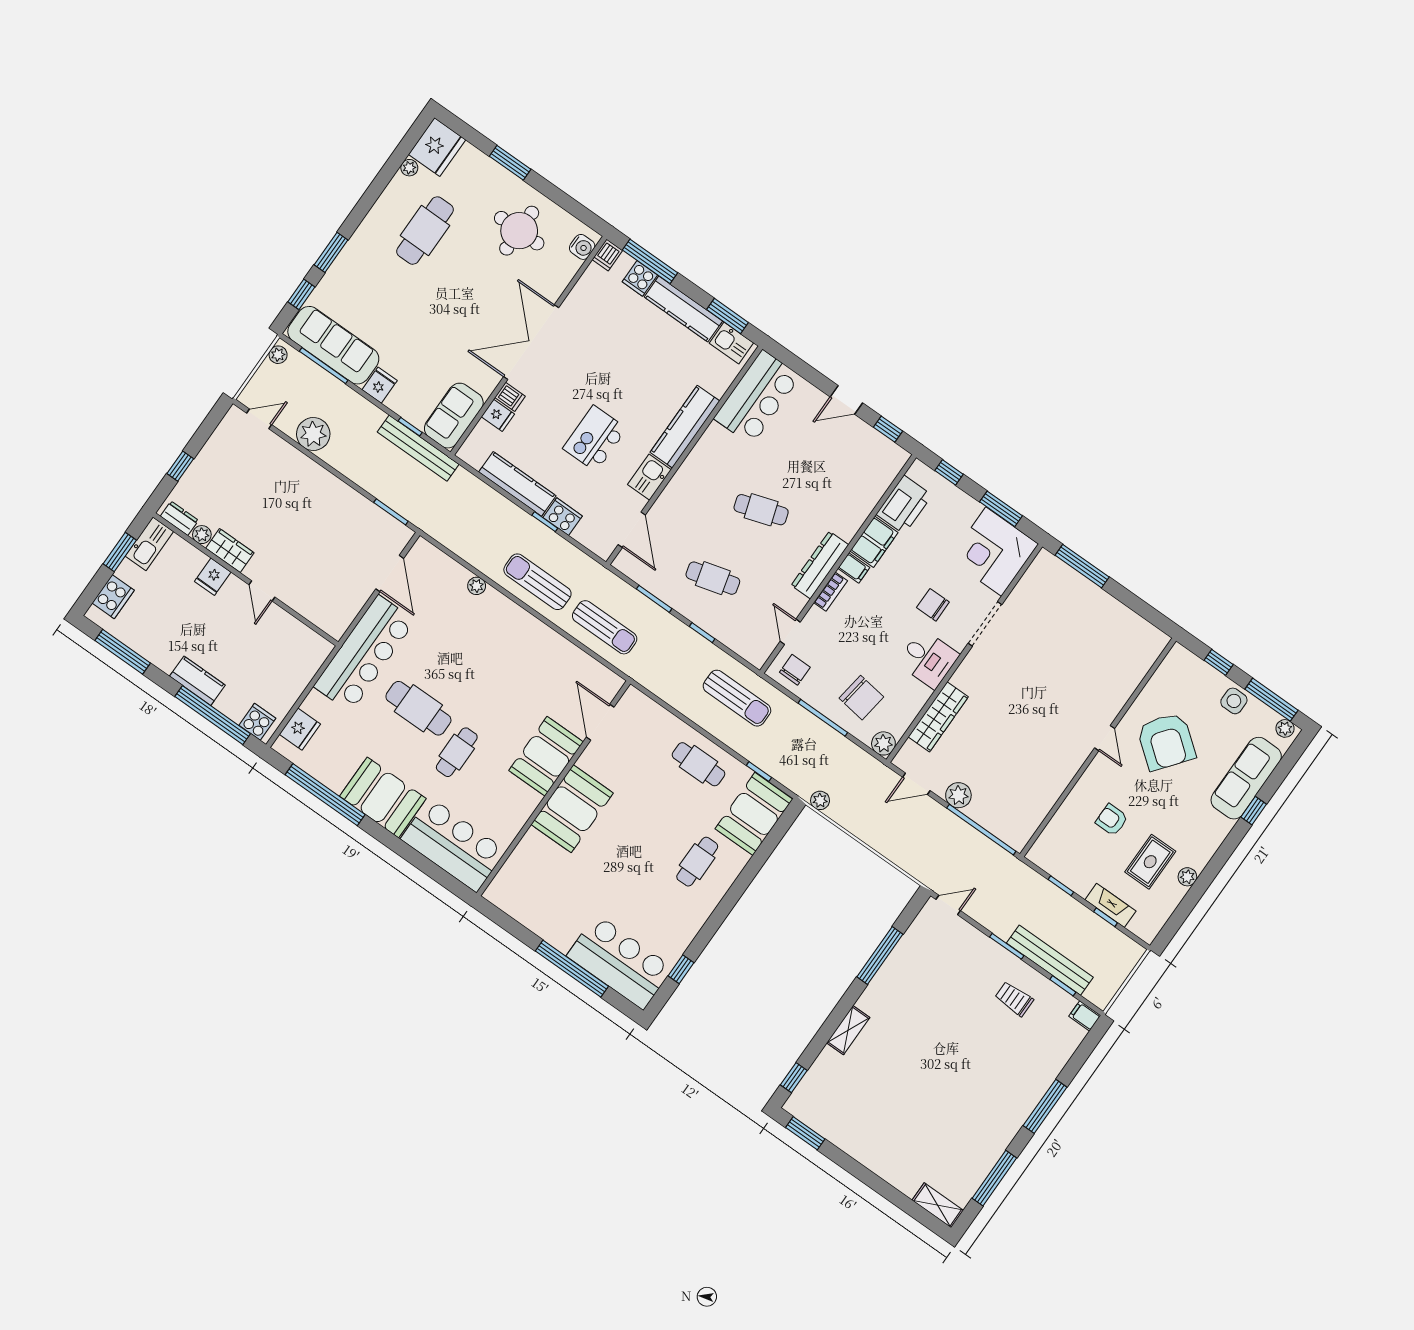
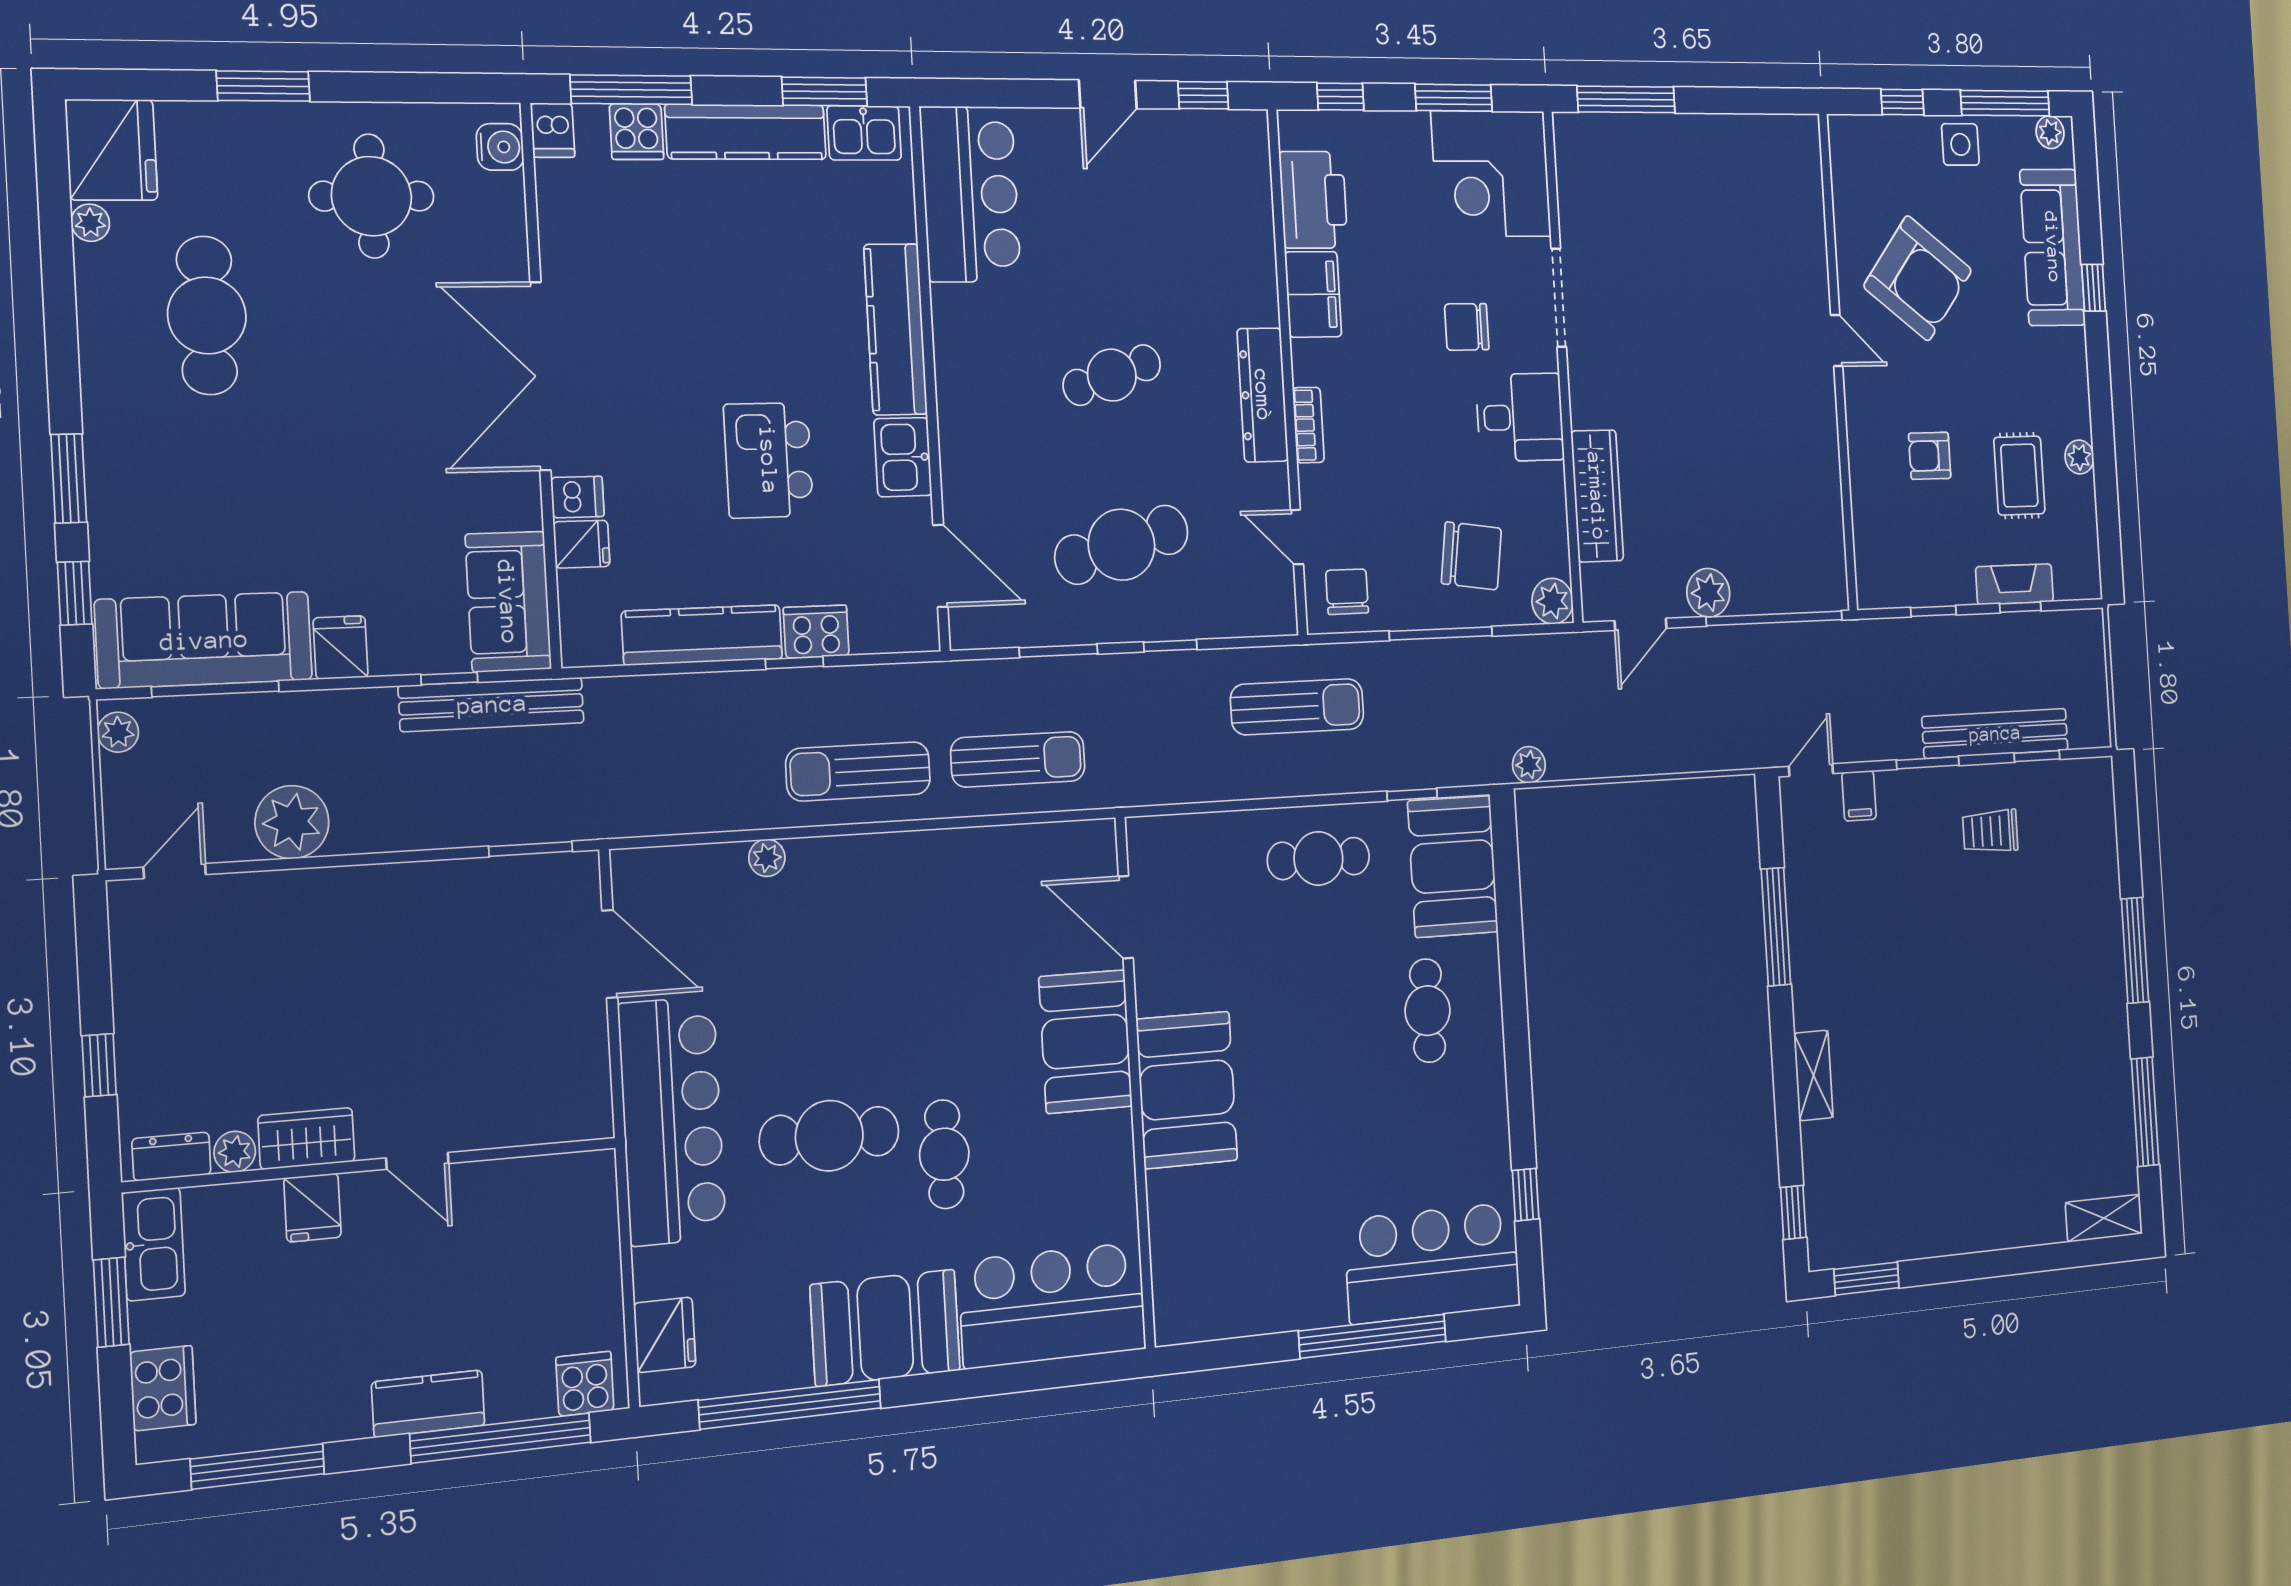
filing cabinet: (854, 568) -> (1314, 360), removed
cafe table: (713, 578) -> (1122, 545), width x1.37, depth x1.35
filing cabinet: (1085, 1016) -> (1859, 796), moved, turned -90

